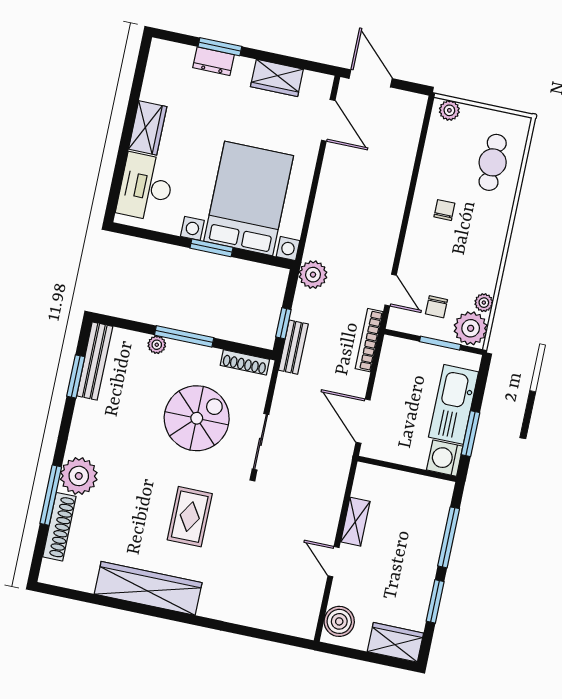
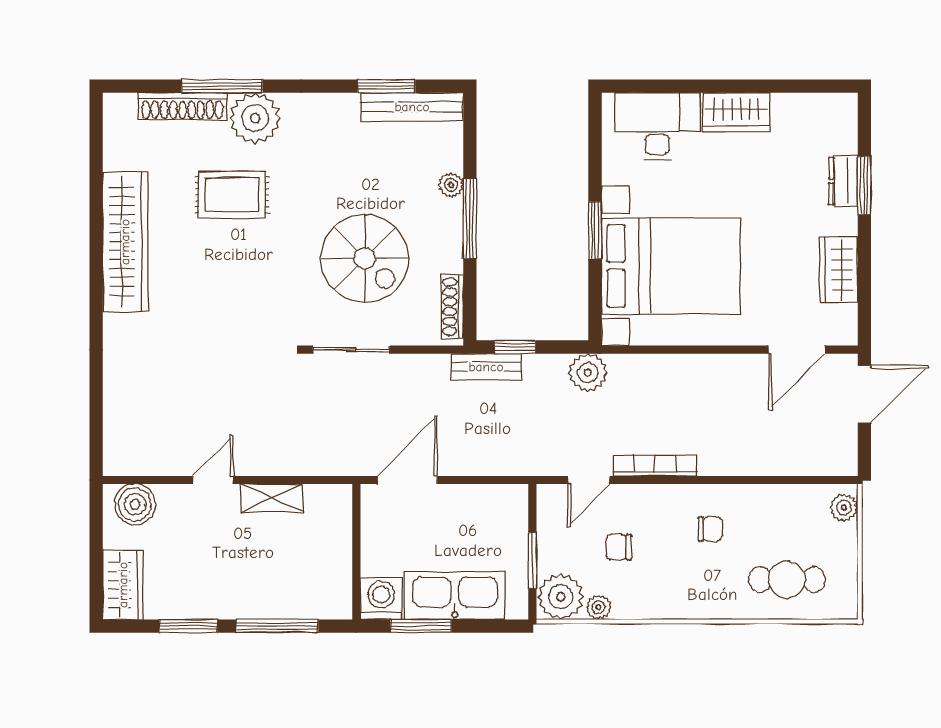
chair: (437, 307) -> (619, 547), moved
bookcase: (369, 340) -> (655, 465), moved
rug: (190, 517) -> (232, 195), moved

